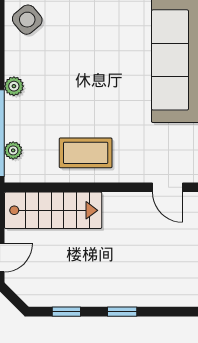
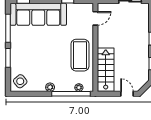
coffee table: (86, 153) -> (80, 55), width x1.36, depth x1.32

